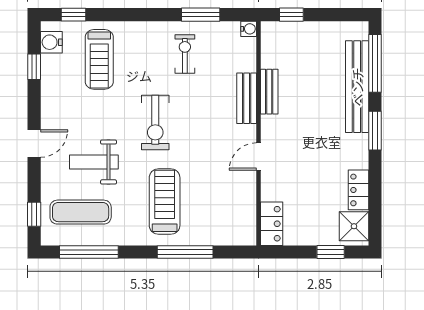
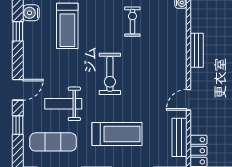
bench: (247, 98) -> (179, 137), moved
treadmill: (165, 202) -> (117, 134), turned 90
window: (34, 214) -> (18, 125), moved

